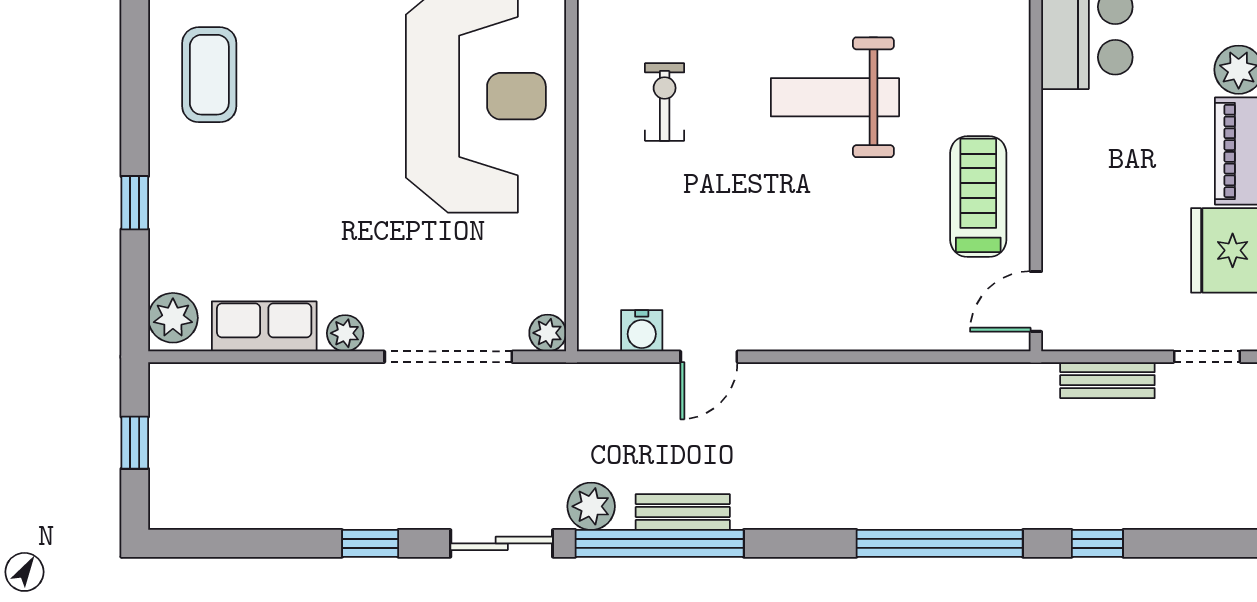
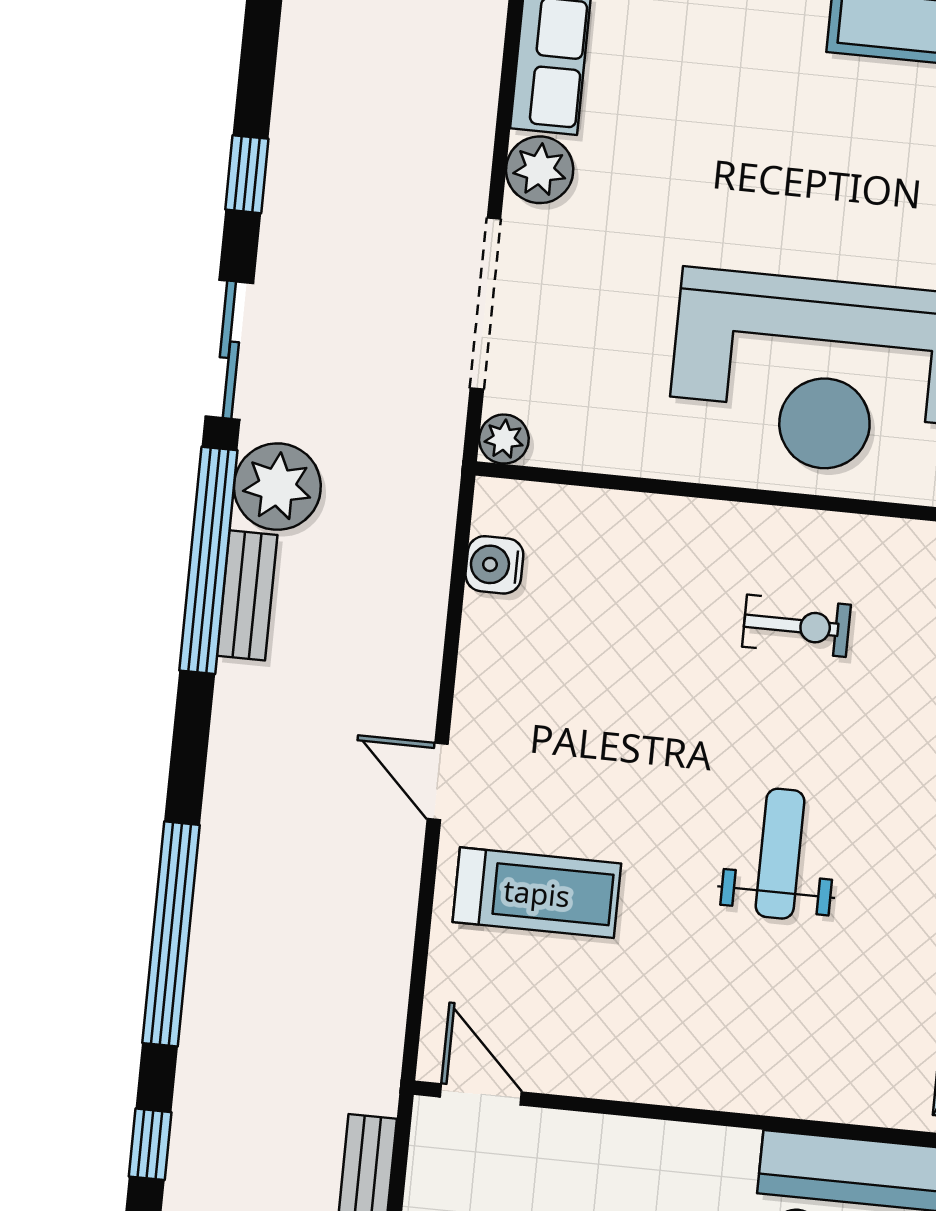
weight bench: (835, 97) -> (780, 854), width x0.73, depth x0.75
treadmill: (978, 197) -> (537, 893), moved
plant: (345, 333) -> (540, 170), width x1.38, depth x1.38
door: (709, 357) -> (438, 782), moved
plant: (591, 506) -> (277, 487), width x1.36, depth x1.36

